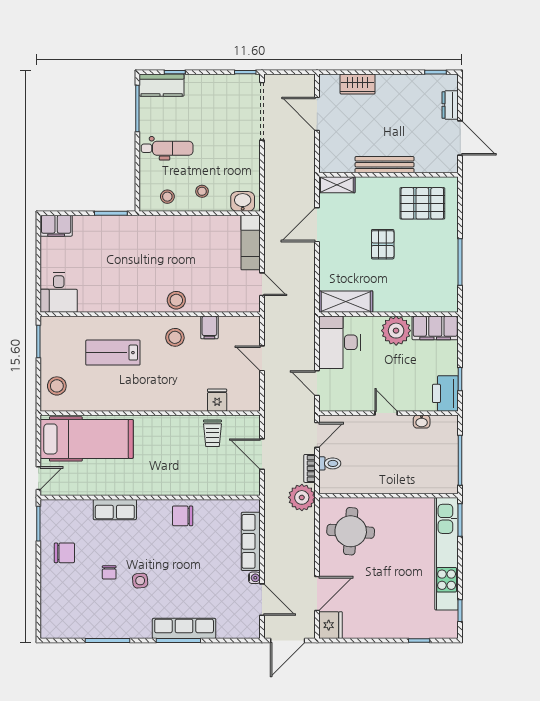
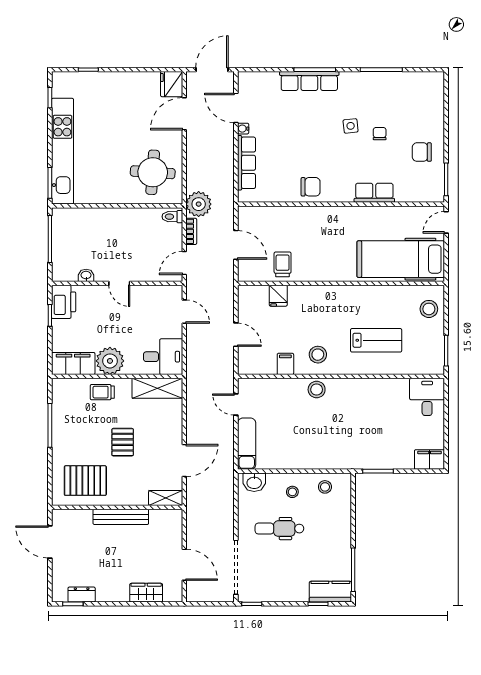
dresser: (450, 105) -> (82, 595), moved, turned -90
dental chair: (167, 148) -> (279, 529), moved
trolley: (404, 297) -> (102, 392), added
desk: (340, 342) -> (163, 357), width x0.73
toilet: (330, 463) -> (172, 217), moved

